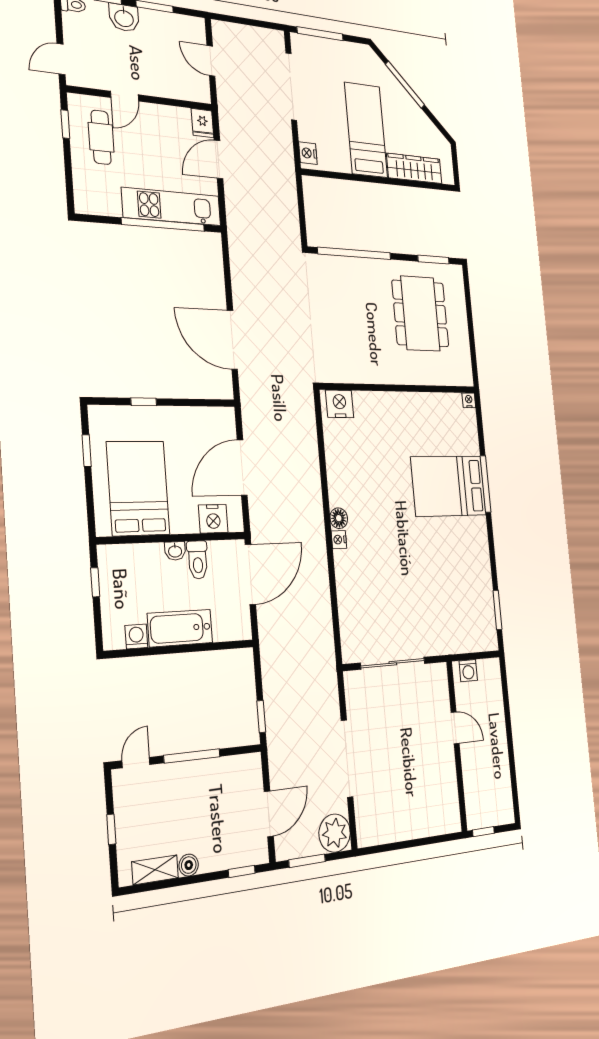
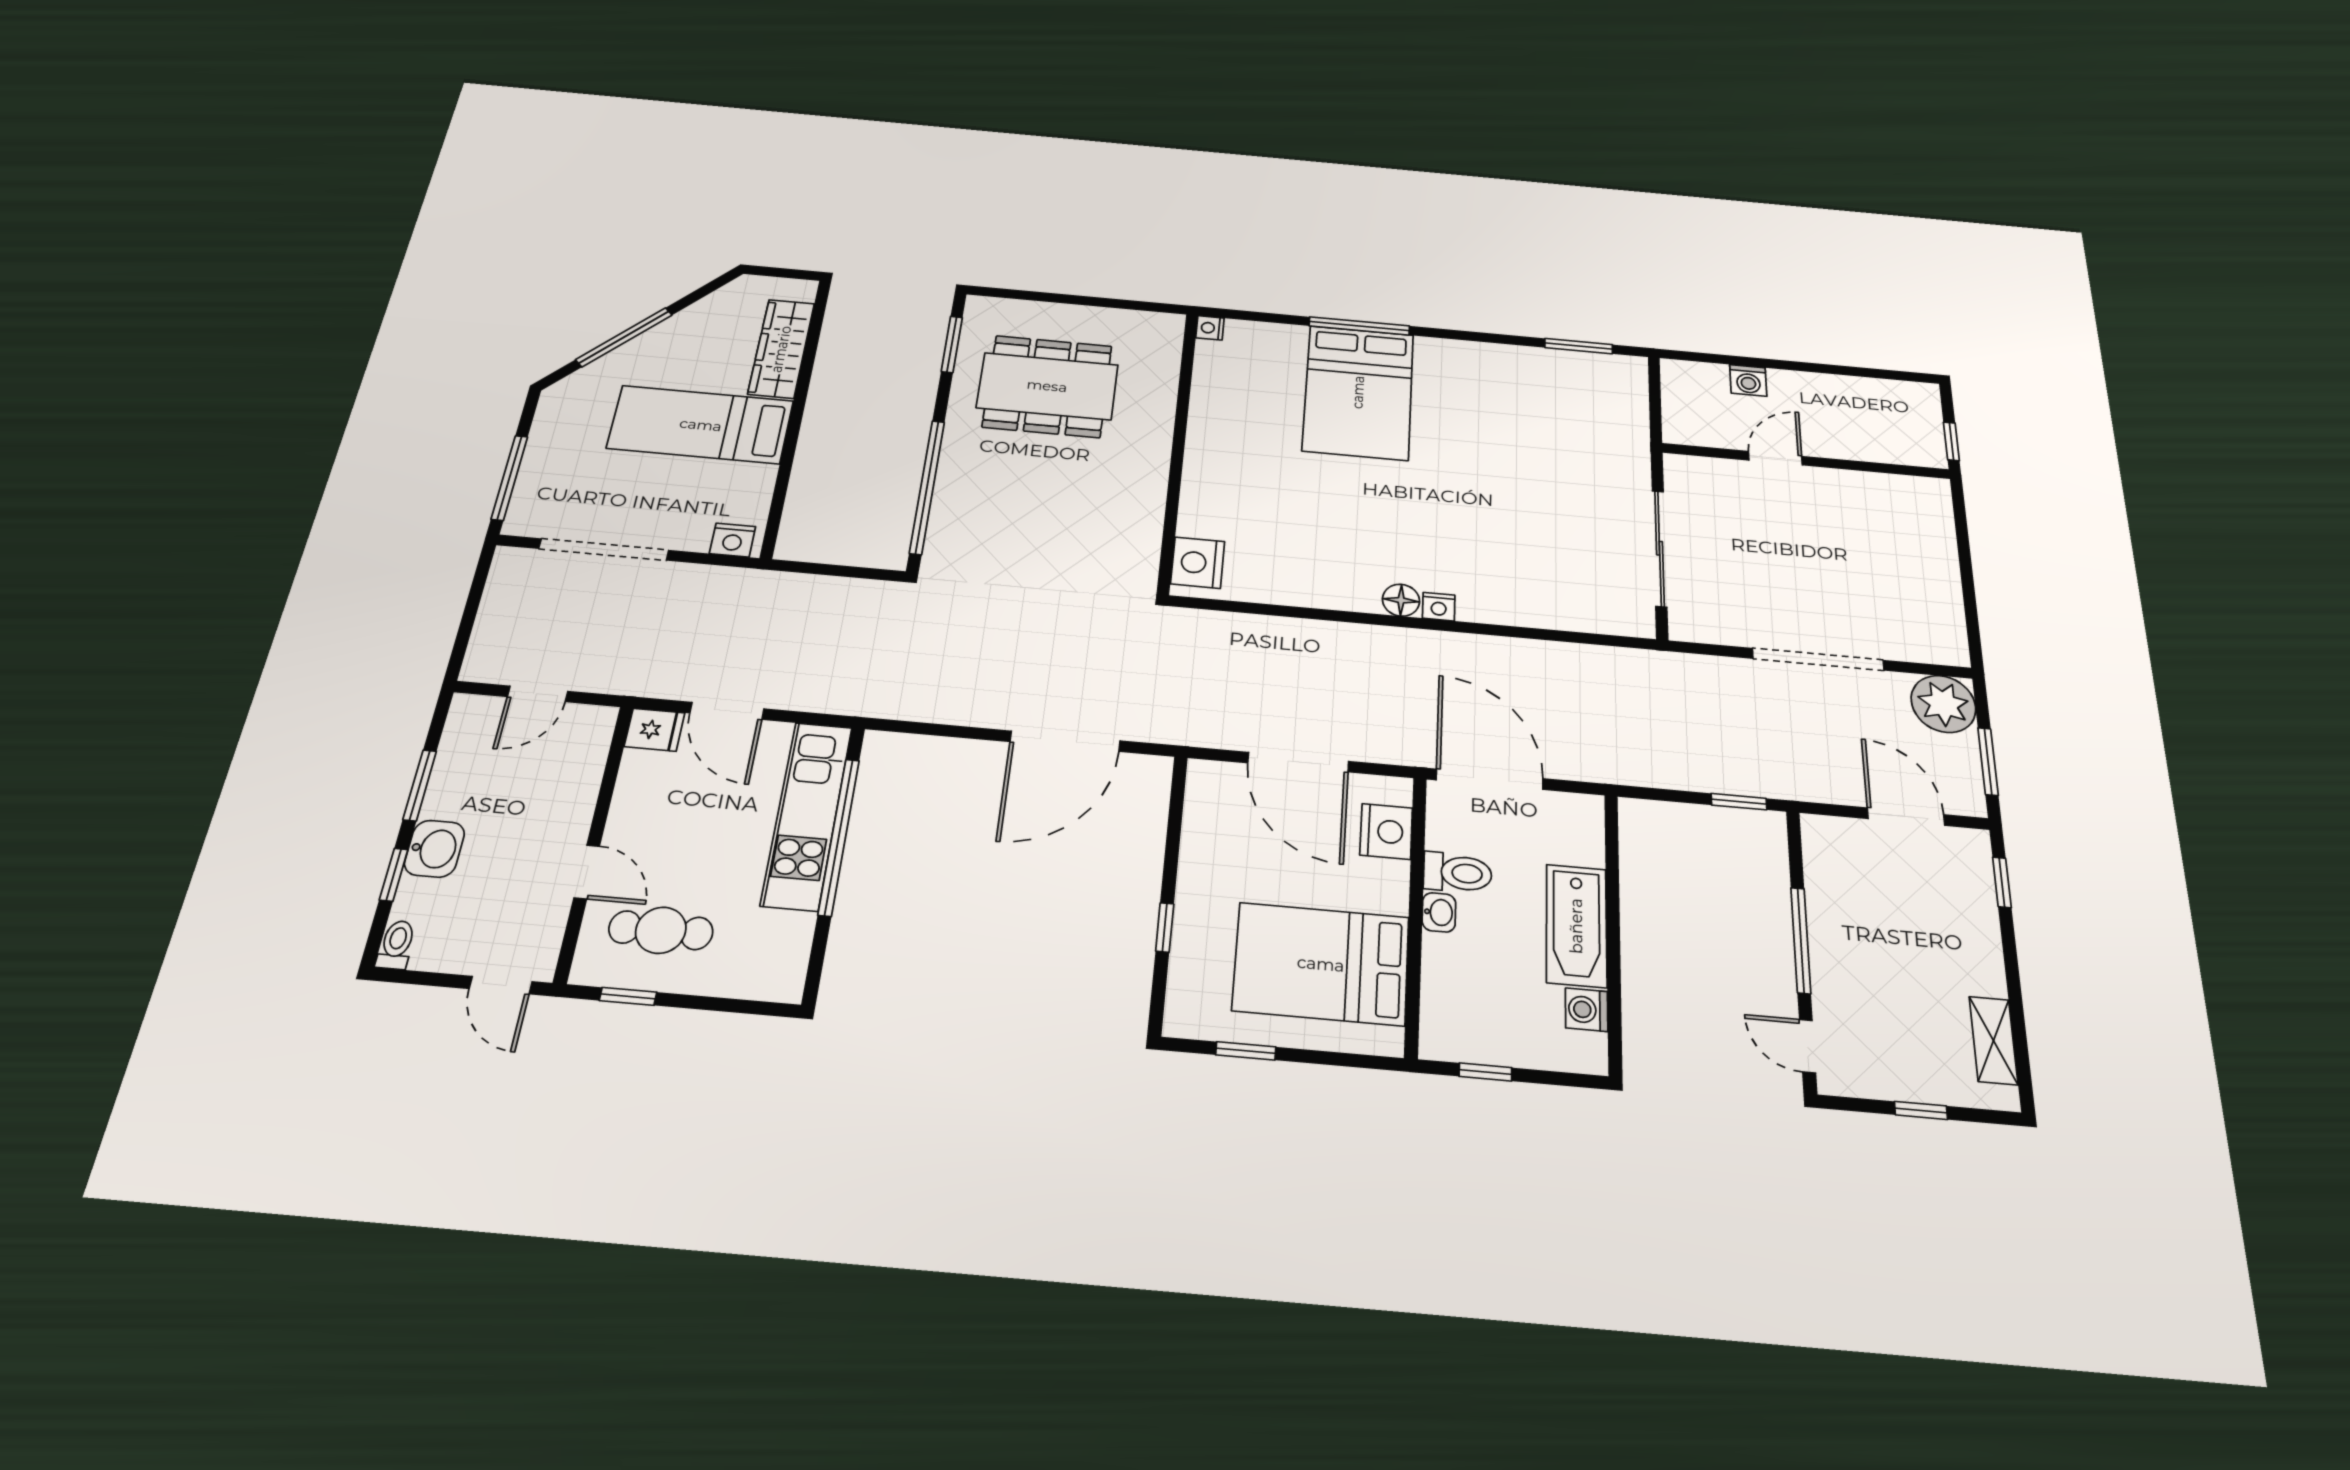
washing machine: (468, 671) -> (1748, 380), moved, turned 90
boiler: (189, 865) -> (1988, 977), removed

